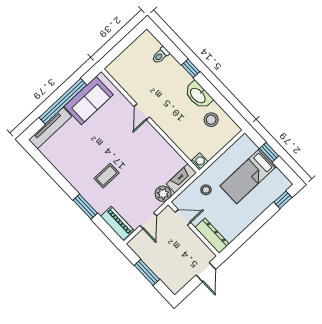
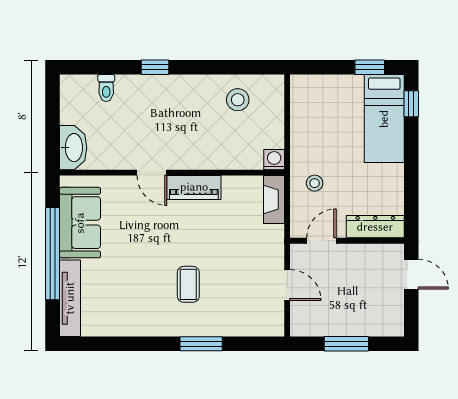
washbasin: (198, 95) -> (73, 148), moved, turned -90
window: (269, 152) -> (370, 67), moved
bed: (248, 176) -> (384, 119), moved
plant: (163, 194) -> (272, 238), removed
piano: (117, 223) -> (194, 187), moved, turned 180

